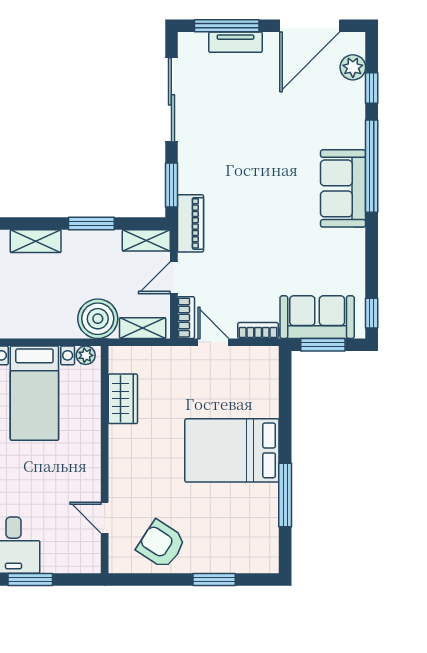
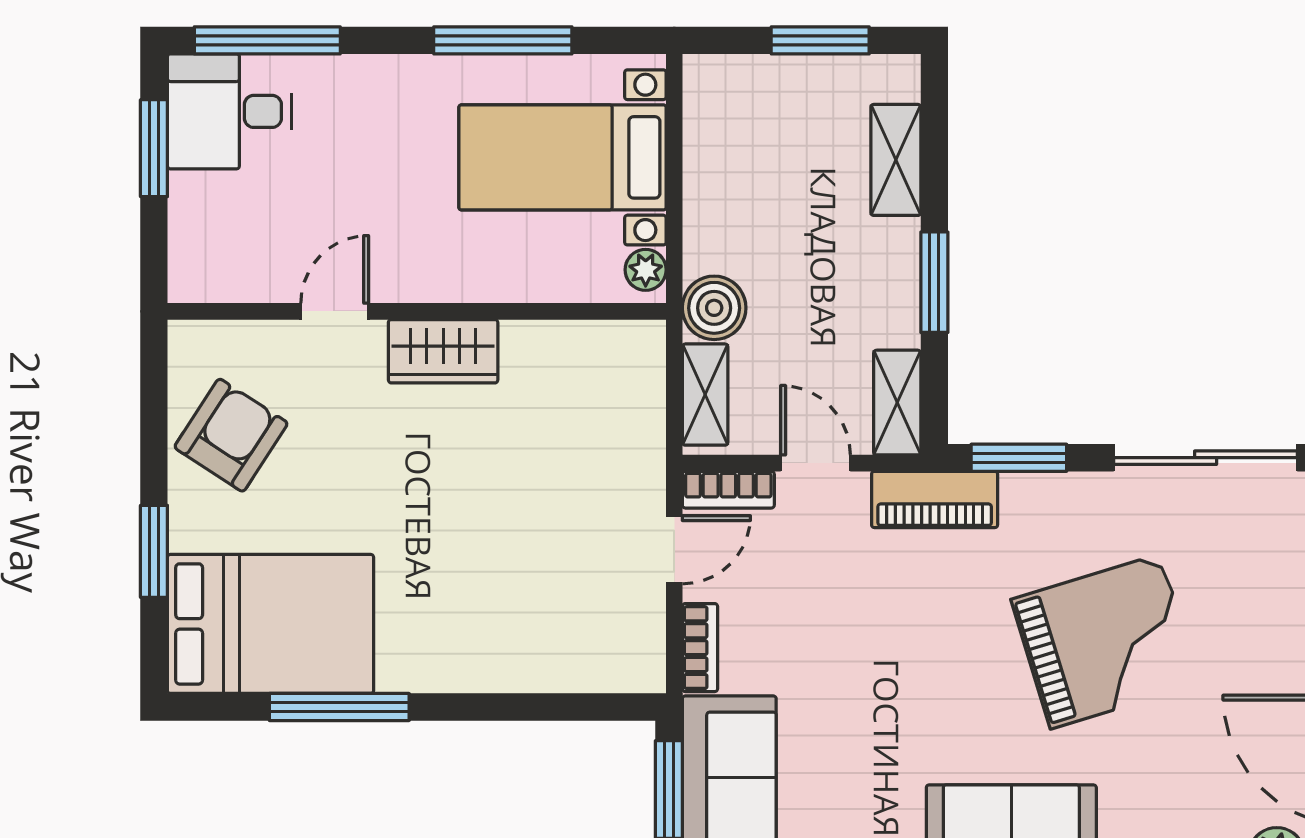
grand piano: (255, 146) -> (1105, 641), added
boiler: (98, 319) -> (714, 308), width x0.73, depth x0.73
wardrobe: (123, 399) -> (443, 351), moved
bed: (232, 450) -> (271, 624), moved, turned 90
door: (105, 518) -> (335, 311), moved

